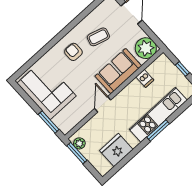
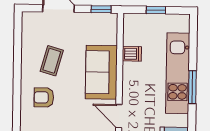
window: (154, 37) -> (101, 9), added
plant: (146, 48) -> (104, 26), removed

